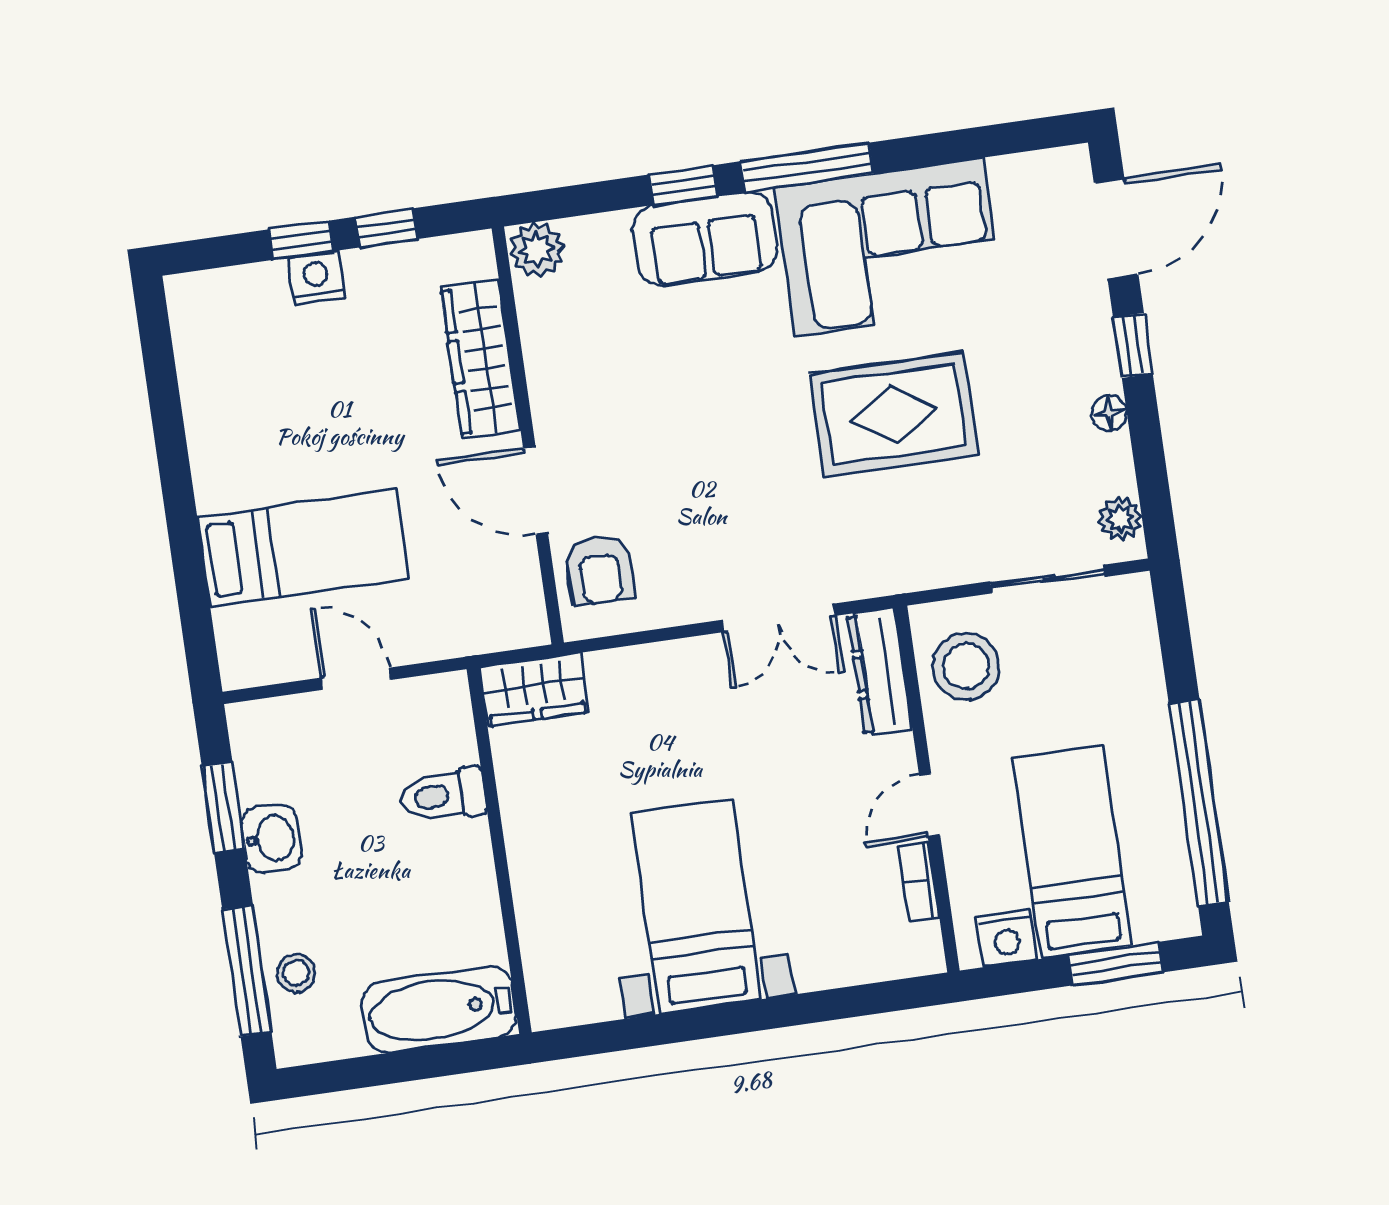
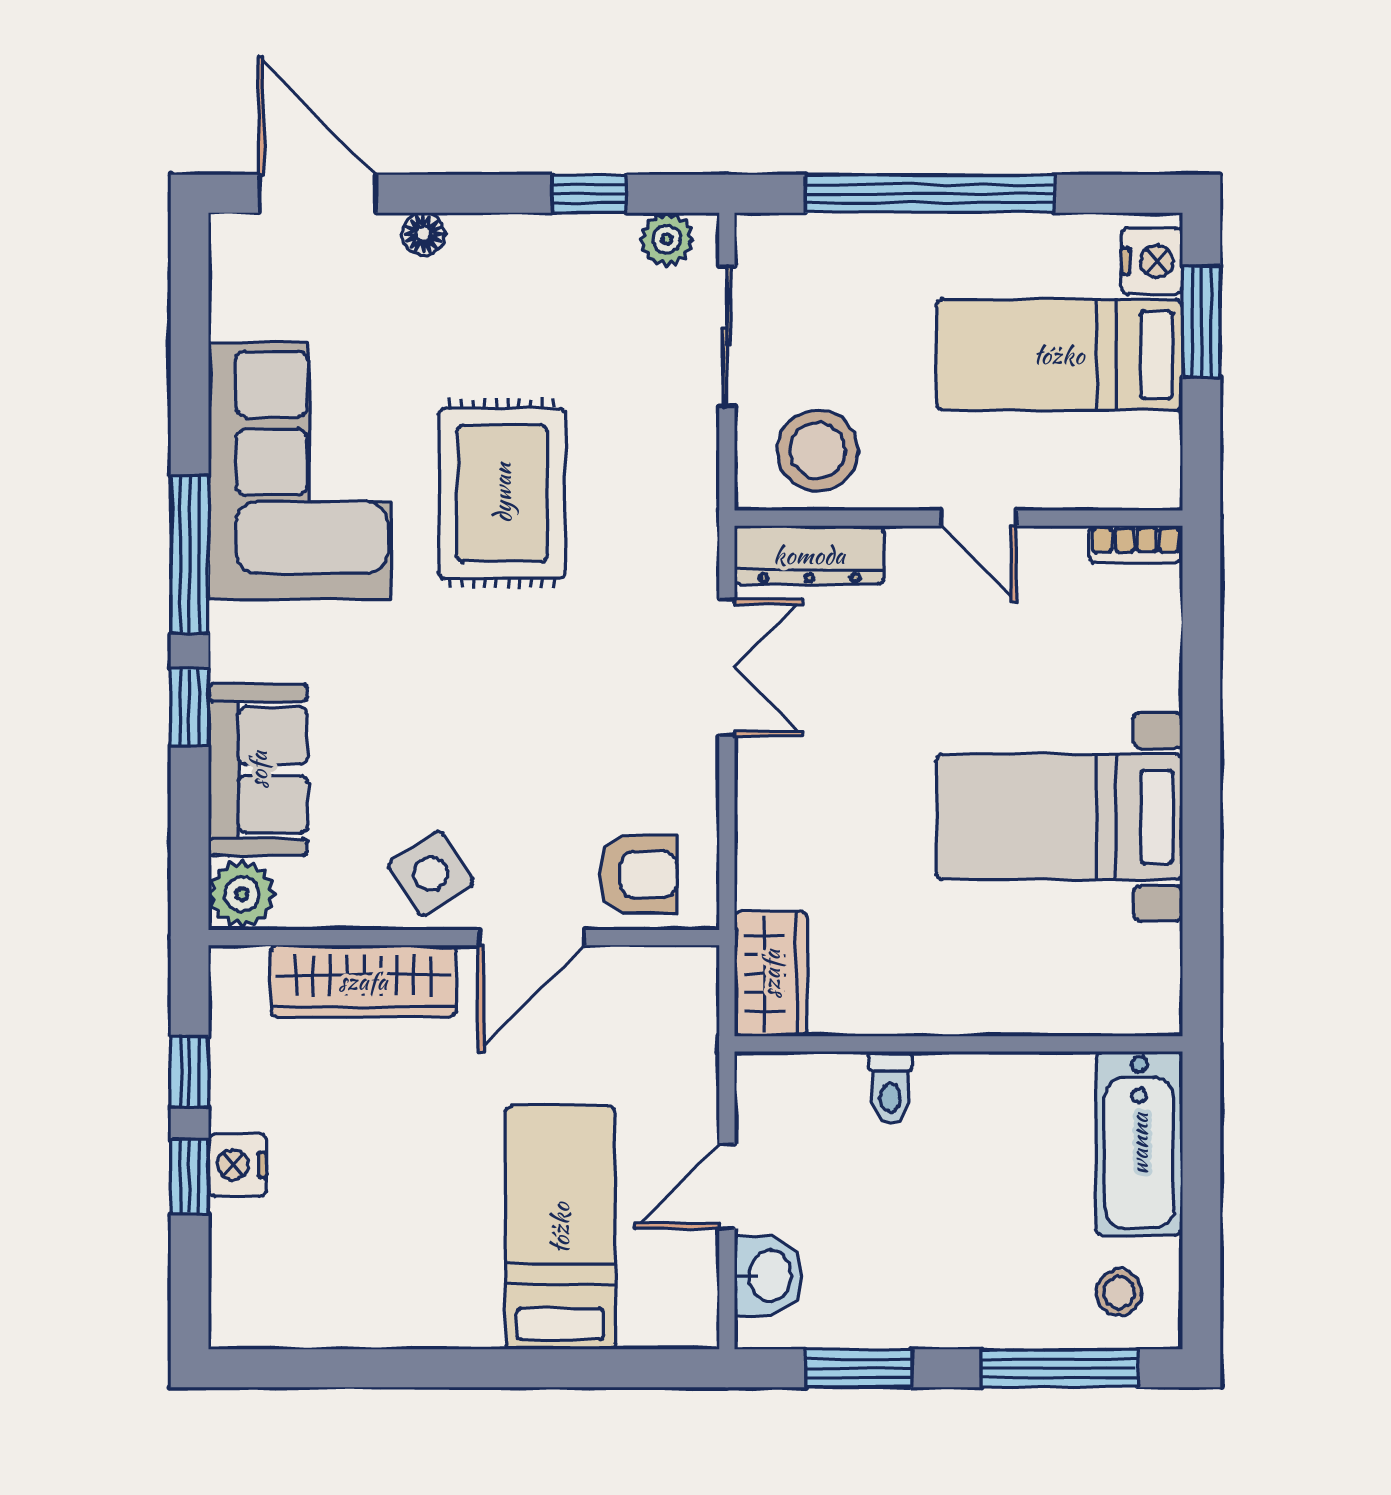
sofa: (705, 239) -> (258, 770), moved
window: (1133, 345) -> (589, 194), moved
side table: (576, 401) -> (431, 874), added
floor lamp: (1109, 413) -> (423, 234), moved
toilet: (443, 795) -> (890, 1088), width x0.73, depth x0.72
window: (1199, 803) -> (930, 194), moved
washbasin: (272, 839) -> (768, 1276), moved, turned 90
bookcase: (919, 881) -> (1136, 544), moved
nightstand: (1007, 938) -> (1152, 261), moved
stool: (296, 973) -> (1119, 1293), moved

